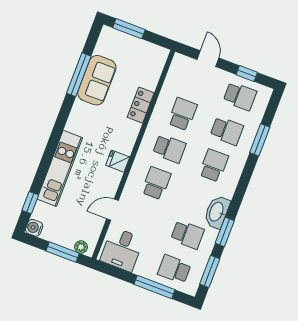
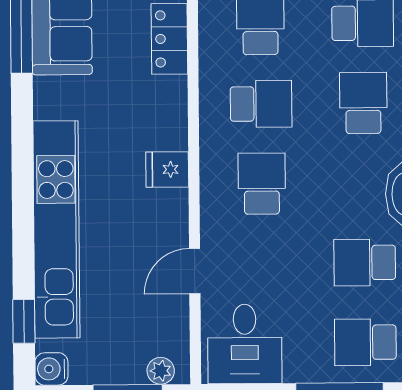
kitchen unit: (60, 168) -> (56, 229), width x1.36
school desk: (187, 235) -> (365, 262), turned 180

